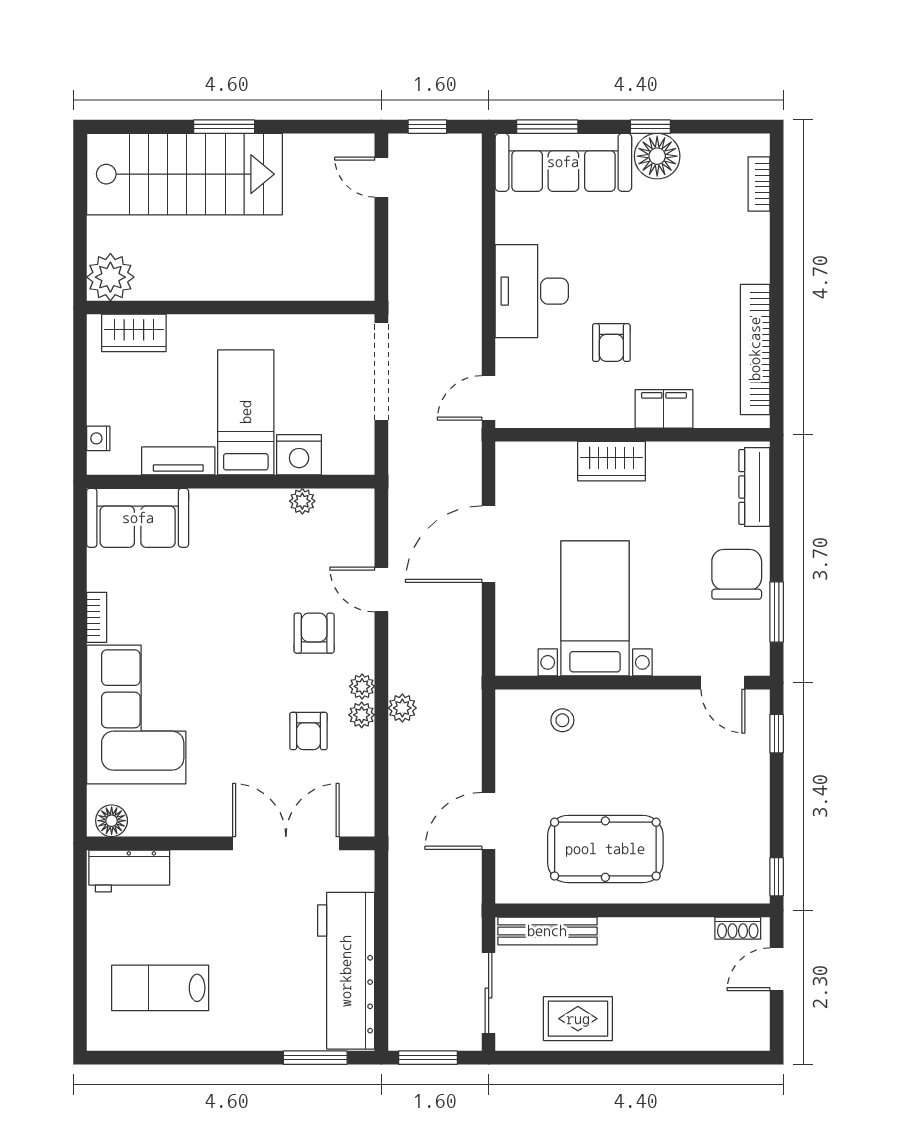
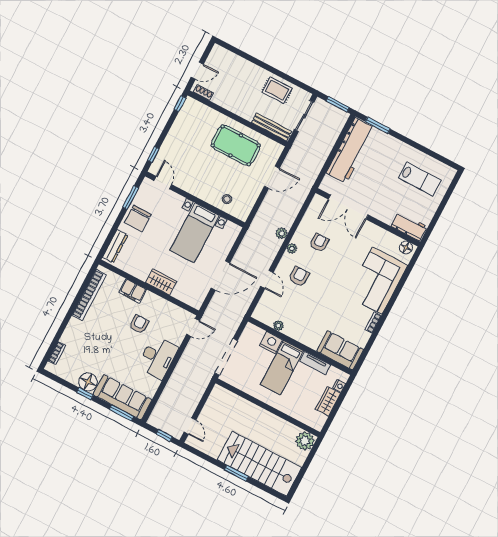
wardrobe: (134, 333) -> (328, 401), moved, turned -90
armchair: (314, 633) -> (299, 276), turned 180
plant: (362, 715) -> (297, 238), removed

